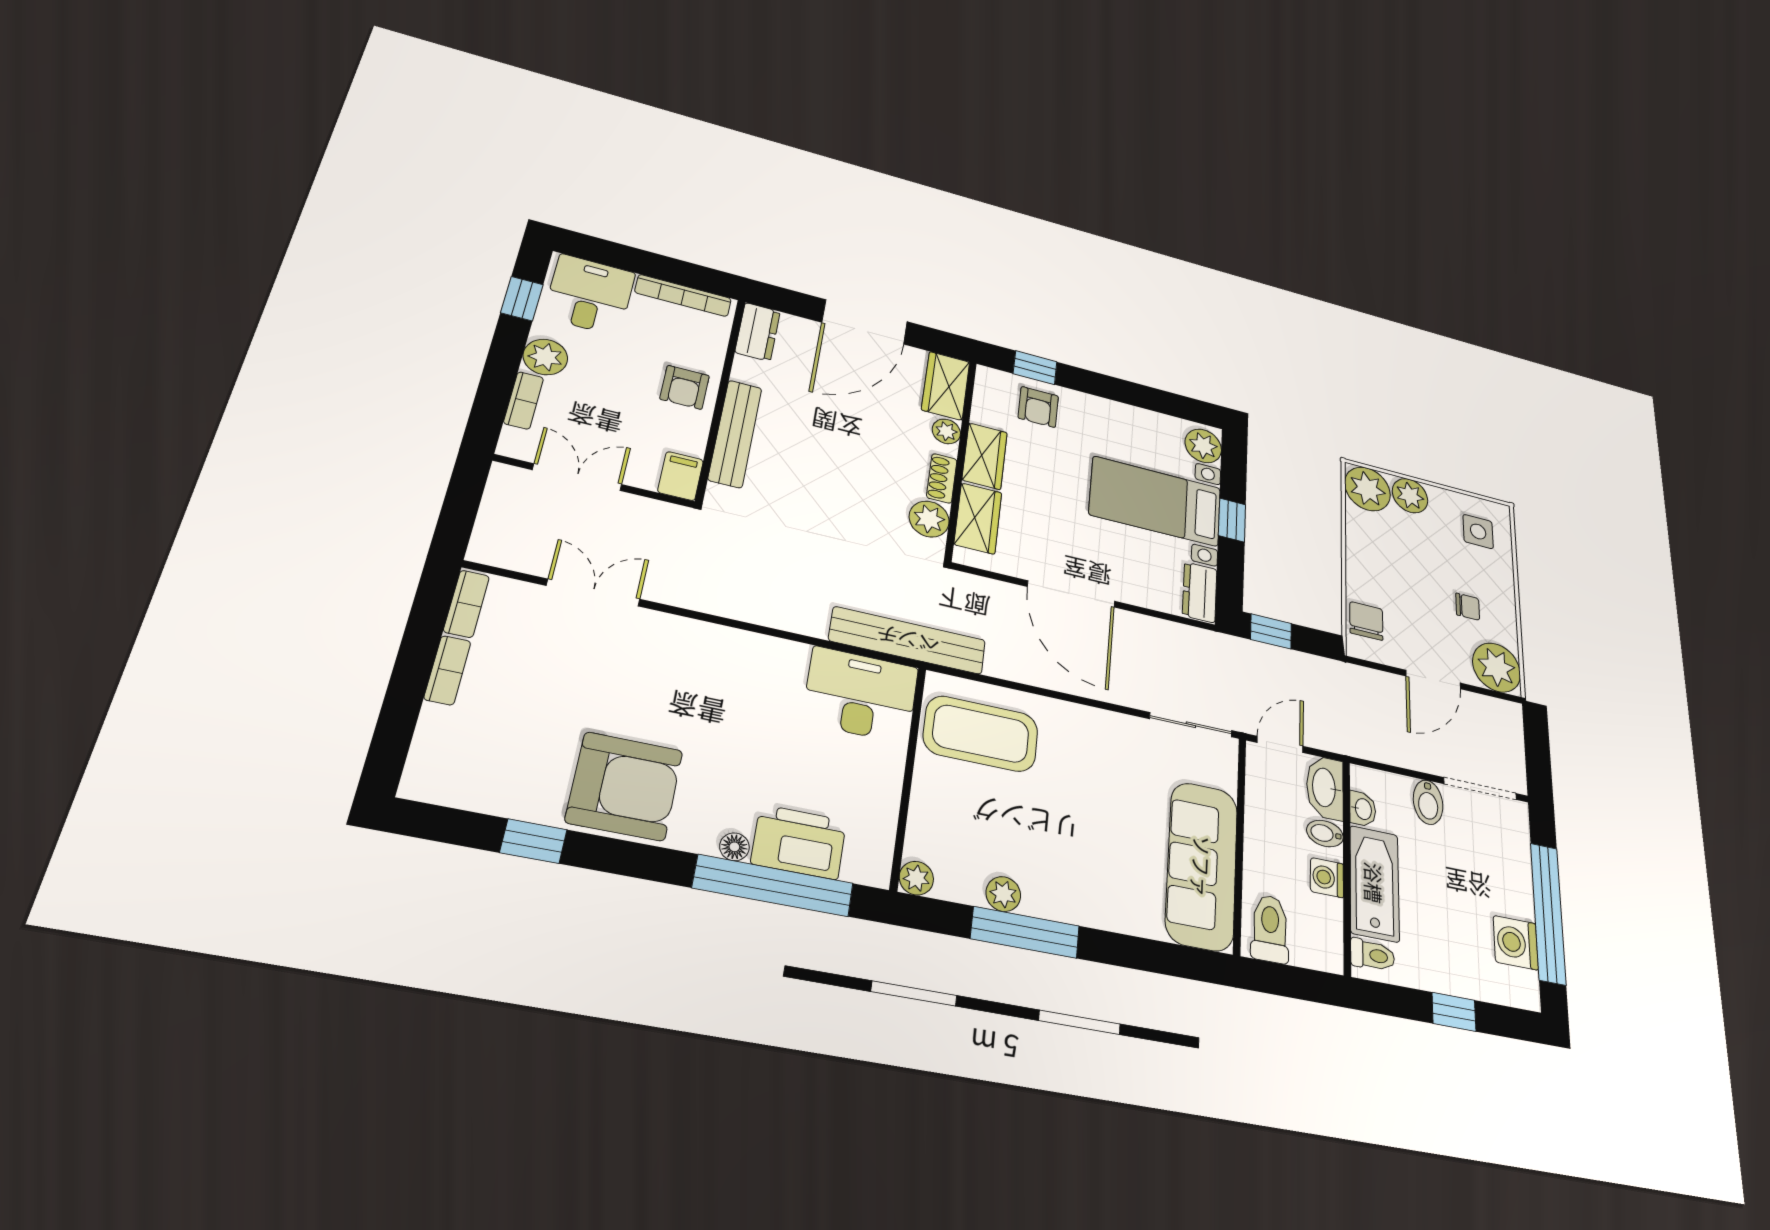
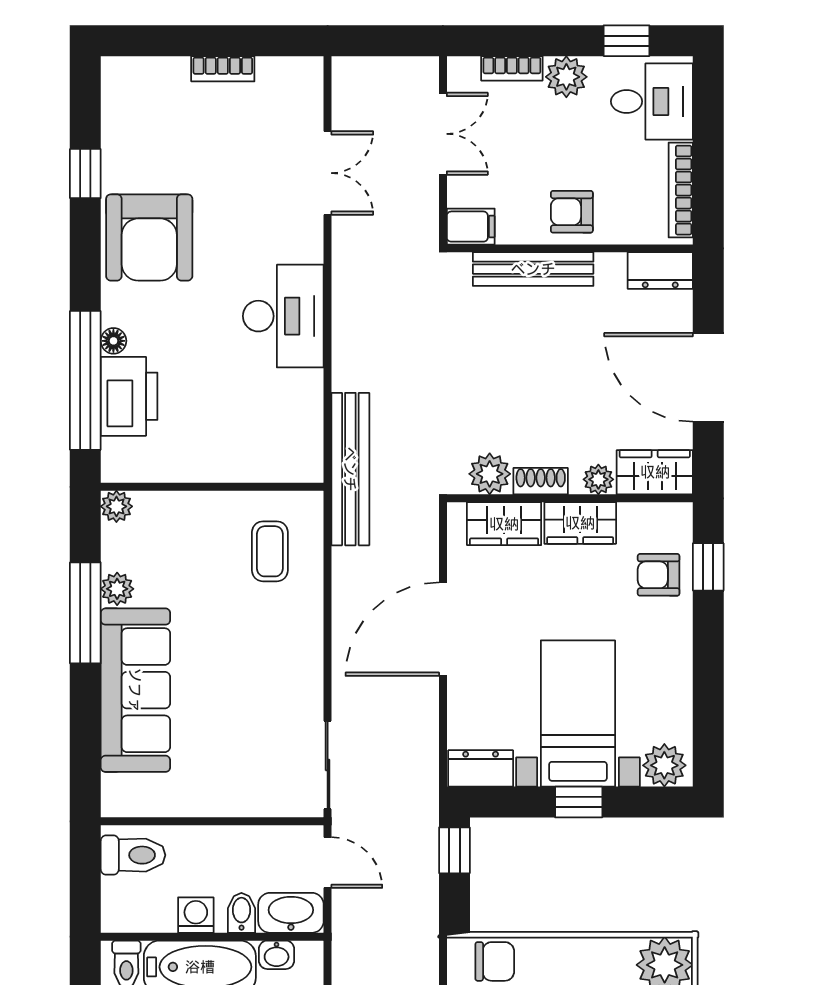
bookcase: (466, 604) -> (289, 69), removed
desk: (861, 695) -> (283, 316), moved
coffee table: (981, 734) -> (270, 551), width x0.54, depth x0.58
sofa: (1202, 866) -> (135, 690), moved, turned 90

